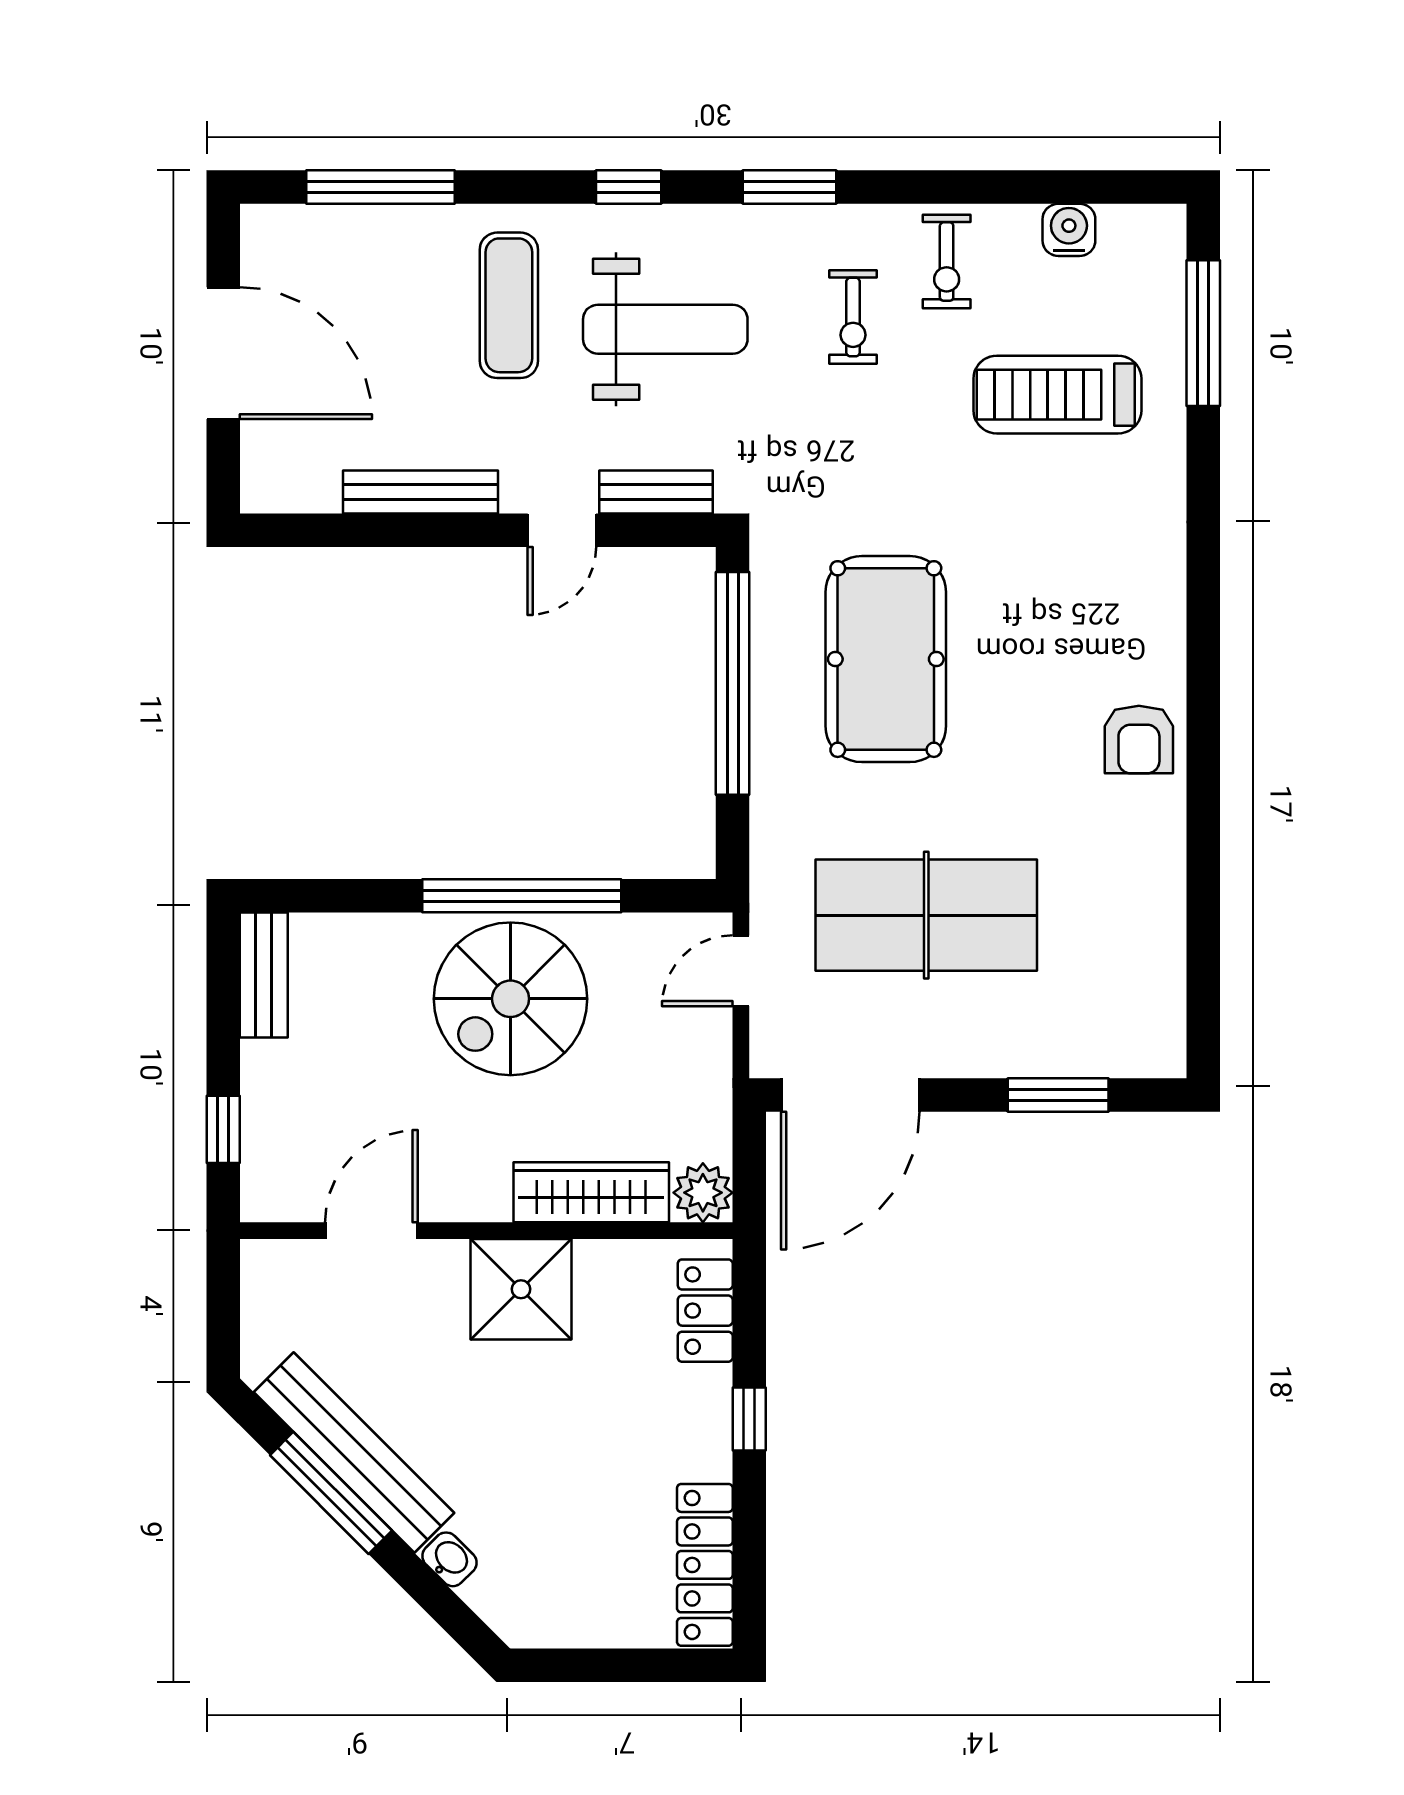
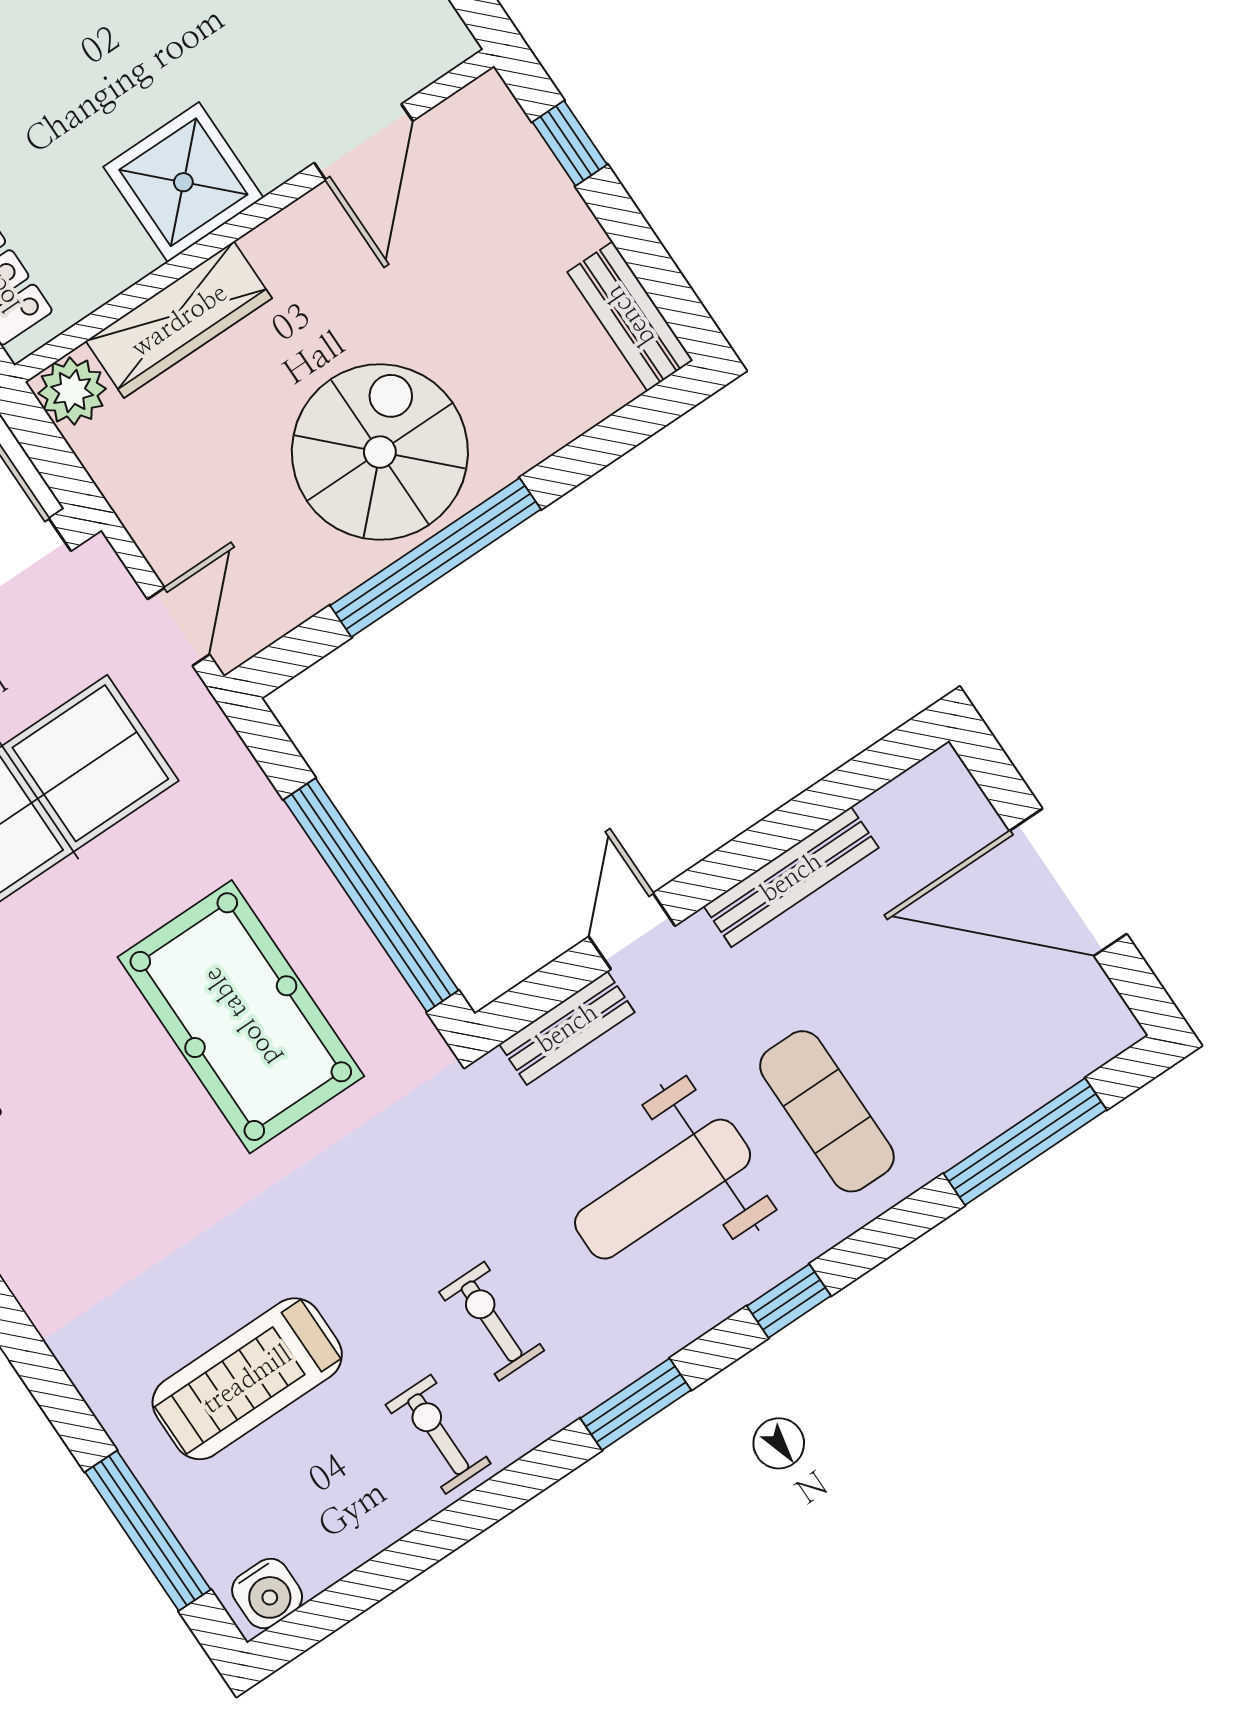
water cooler: (1069, 230) -> (267, 1593), moved
treadmill: (1057, 395) -> (247, 1379), turned 180

